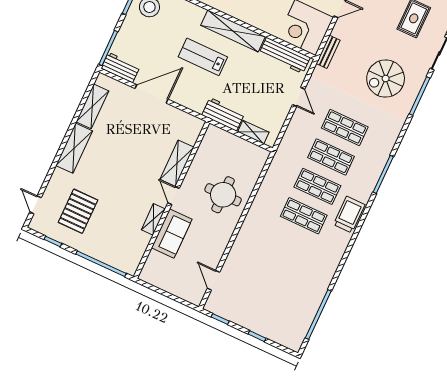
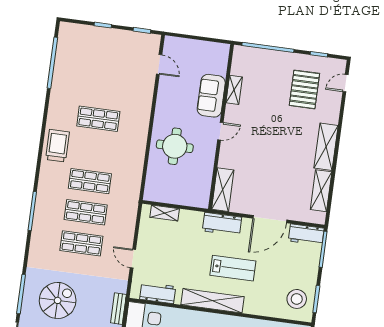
workbench: (285, 55) -> (158, 293), width x0.73
workbench: (223, 114) -> (222, 224), moved
shelving: (177, 163) -> (223, 190), moved
door: (173, 196) -> (220, 131), hinge flipped
door: (35, 205) -> (346, 83), swing flipped
trolley: (349, 215) -> (57, 146), moved, turned 180
shop shelf: (304, 216) -> (98, 119), moved
shelving: (153, 219) -> (234, 90), moved

